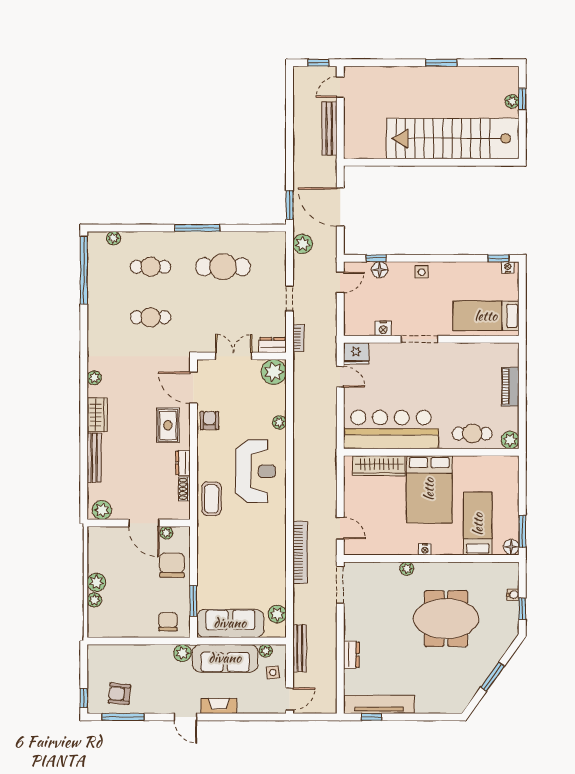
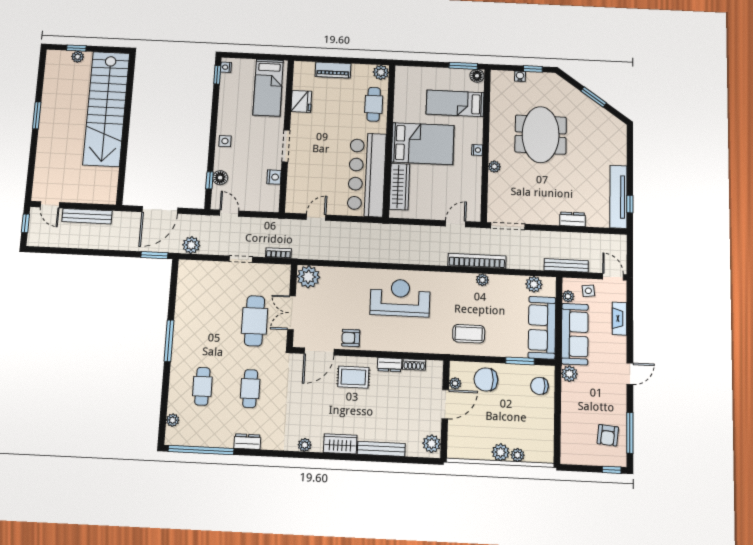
cafe table: (223, 267) -> (255, 321), moved
dresser: (273, 345) -> (247, 442), moved, turned 90
fridge: (356, 353) -> (301, 101), moved
plant: (279, 422) -> (482, 280), moved
coffee table: (211, 499) -> (469, 334), moved
fireplace: (219, 706) -> (620, 319), moved

